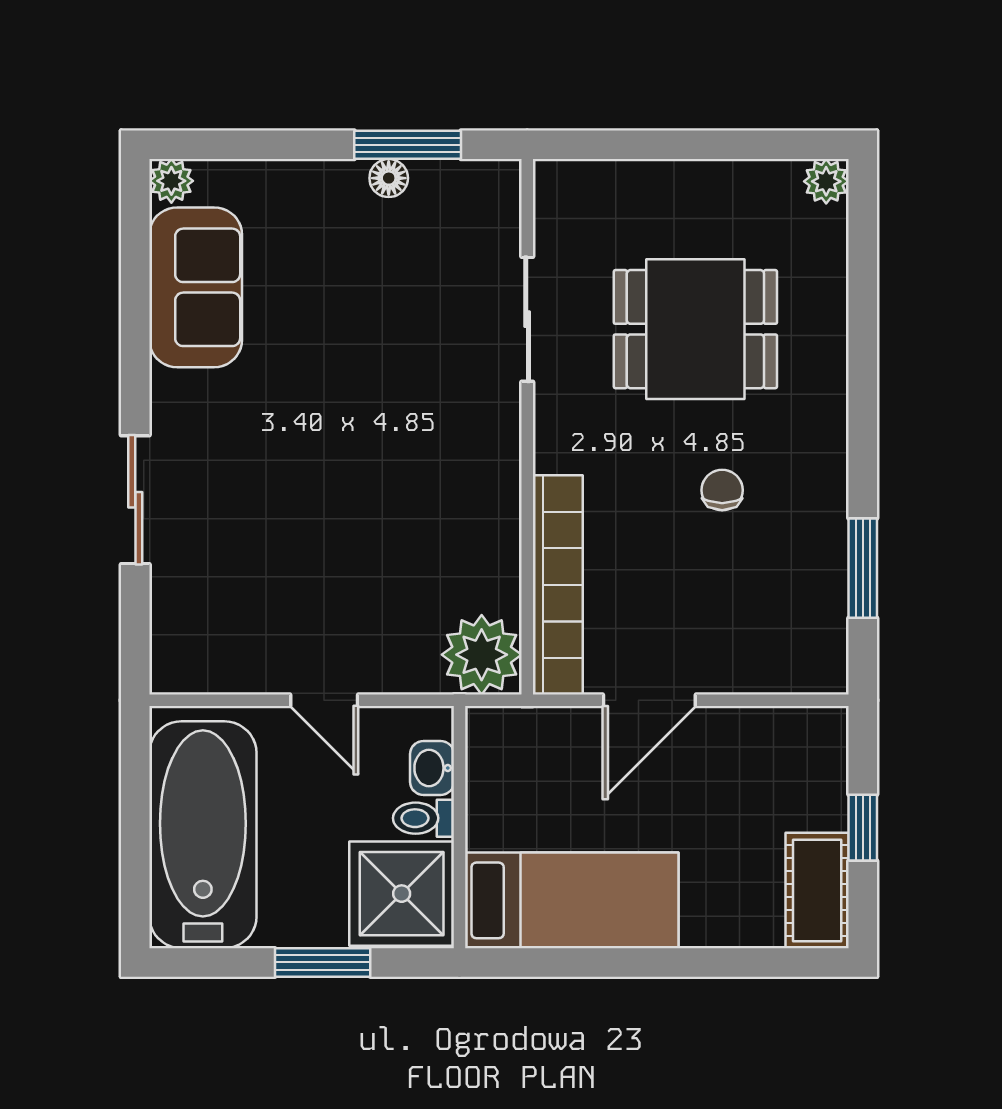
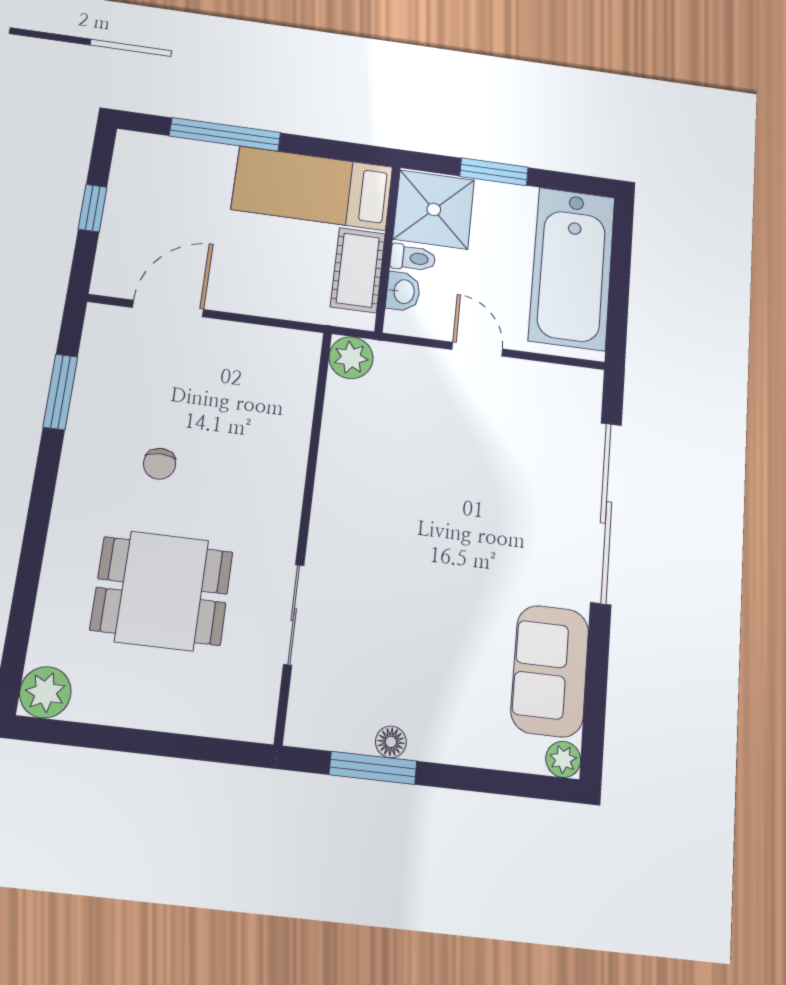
plant: (826, 181) -> (45, 692), width x1.38, depth x1.38
sliding door: (135, 500) -> (606, 512), width x1.86
bookcase: (558, 585) -> (295, 409), removed
plant: (482, 655) -> (351, 358), width x0.73, depth x0.73
door: (649, 700) -> (168, 308), moved
cot: (817, 890) -> (358, 270), moved
window: (701, 962) -> (225, 134), added

